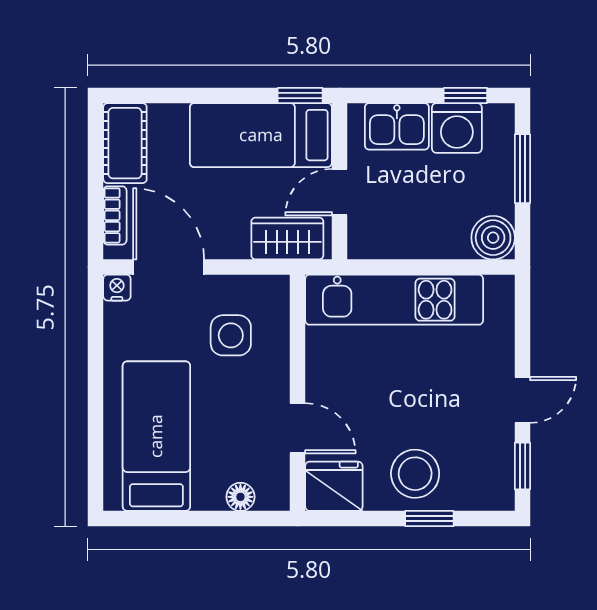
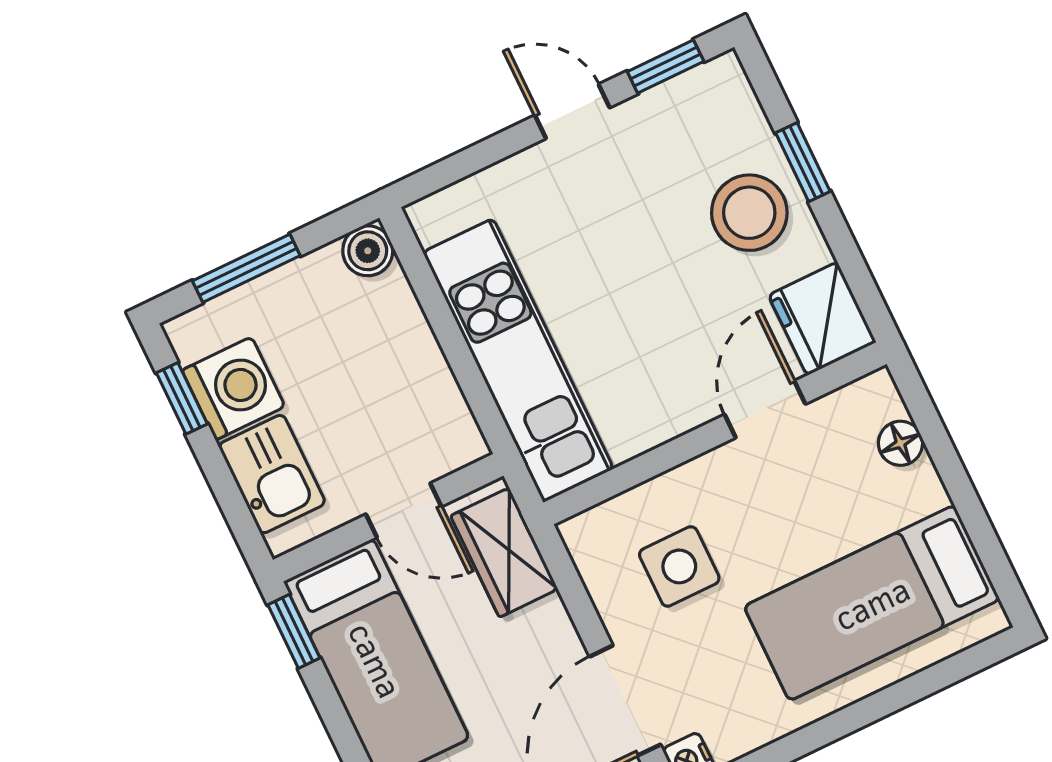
boiler: (493, 238) -> (368, 251), width x0.73, depth x0.73

